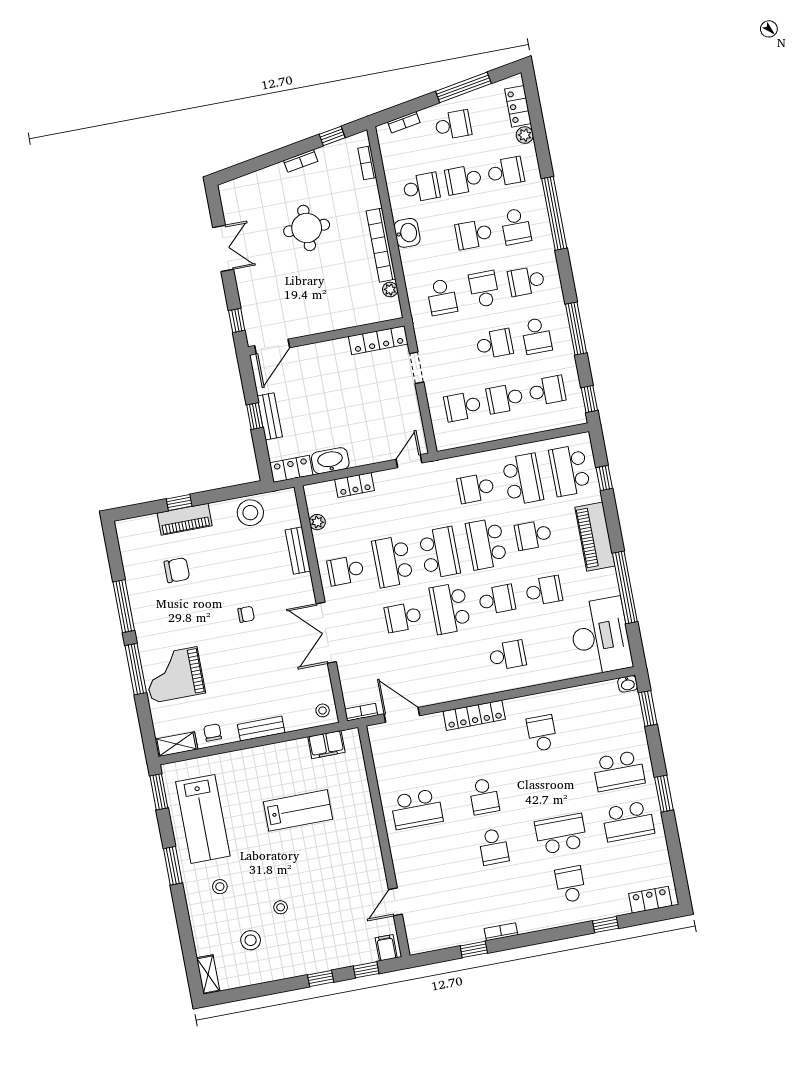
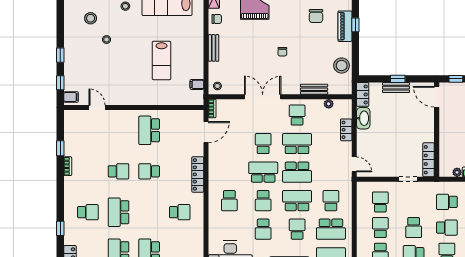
filing cabinet: (326, 745) -> (197, 84), width x0.50
school desk: (561, 834) -> (118, 212), turned 180
school desk: (494, 847) -> (118, 171), turned 180

